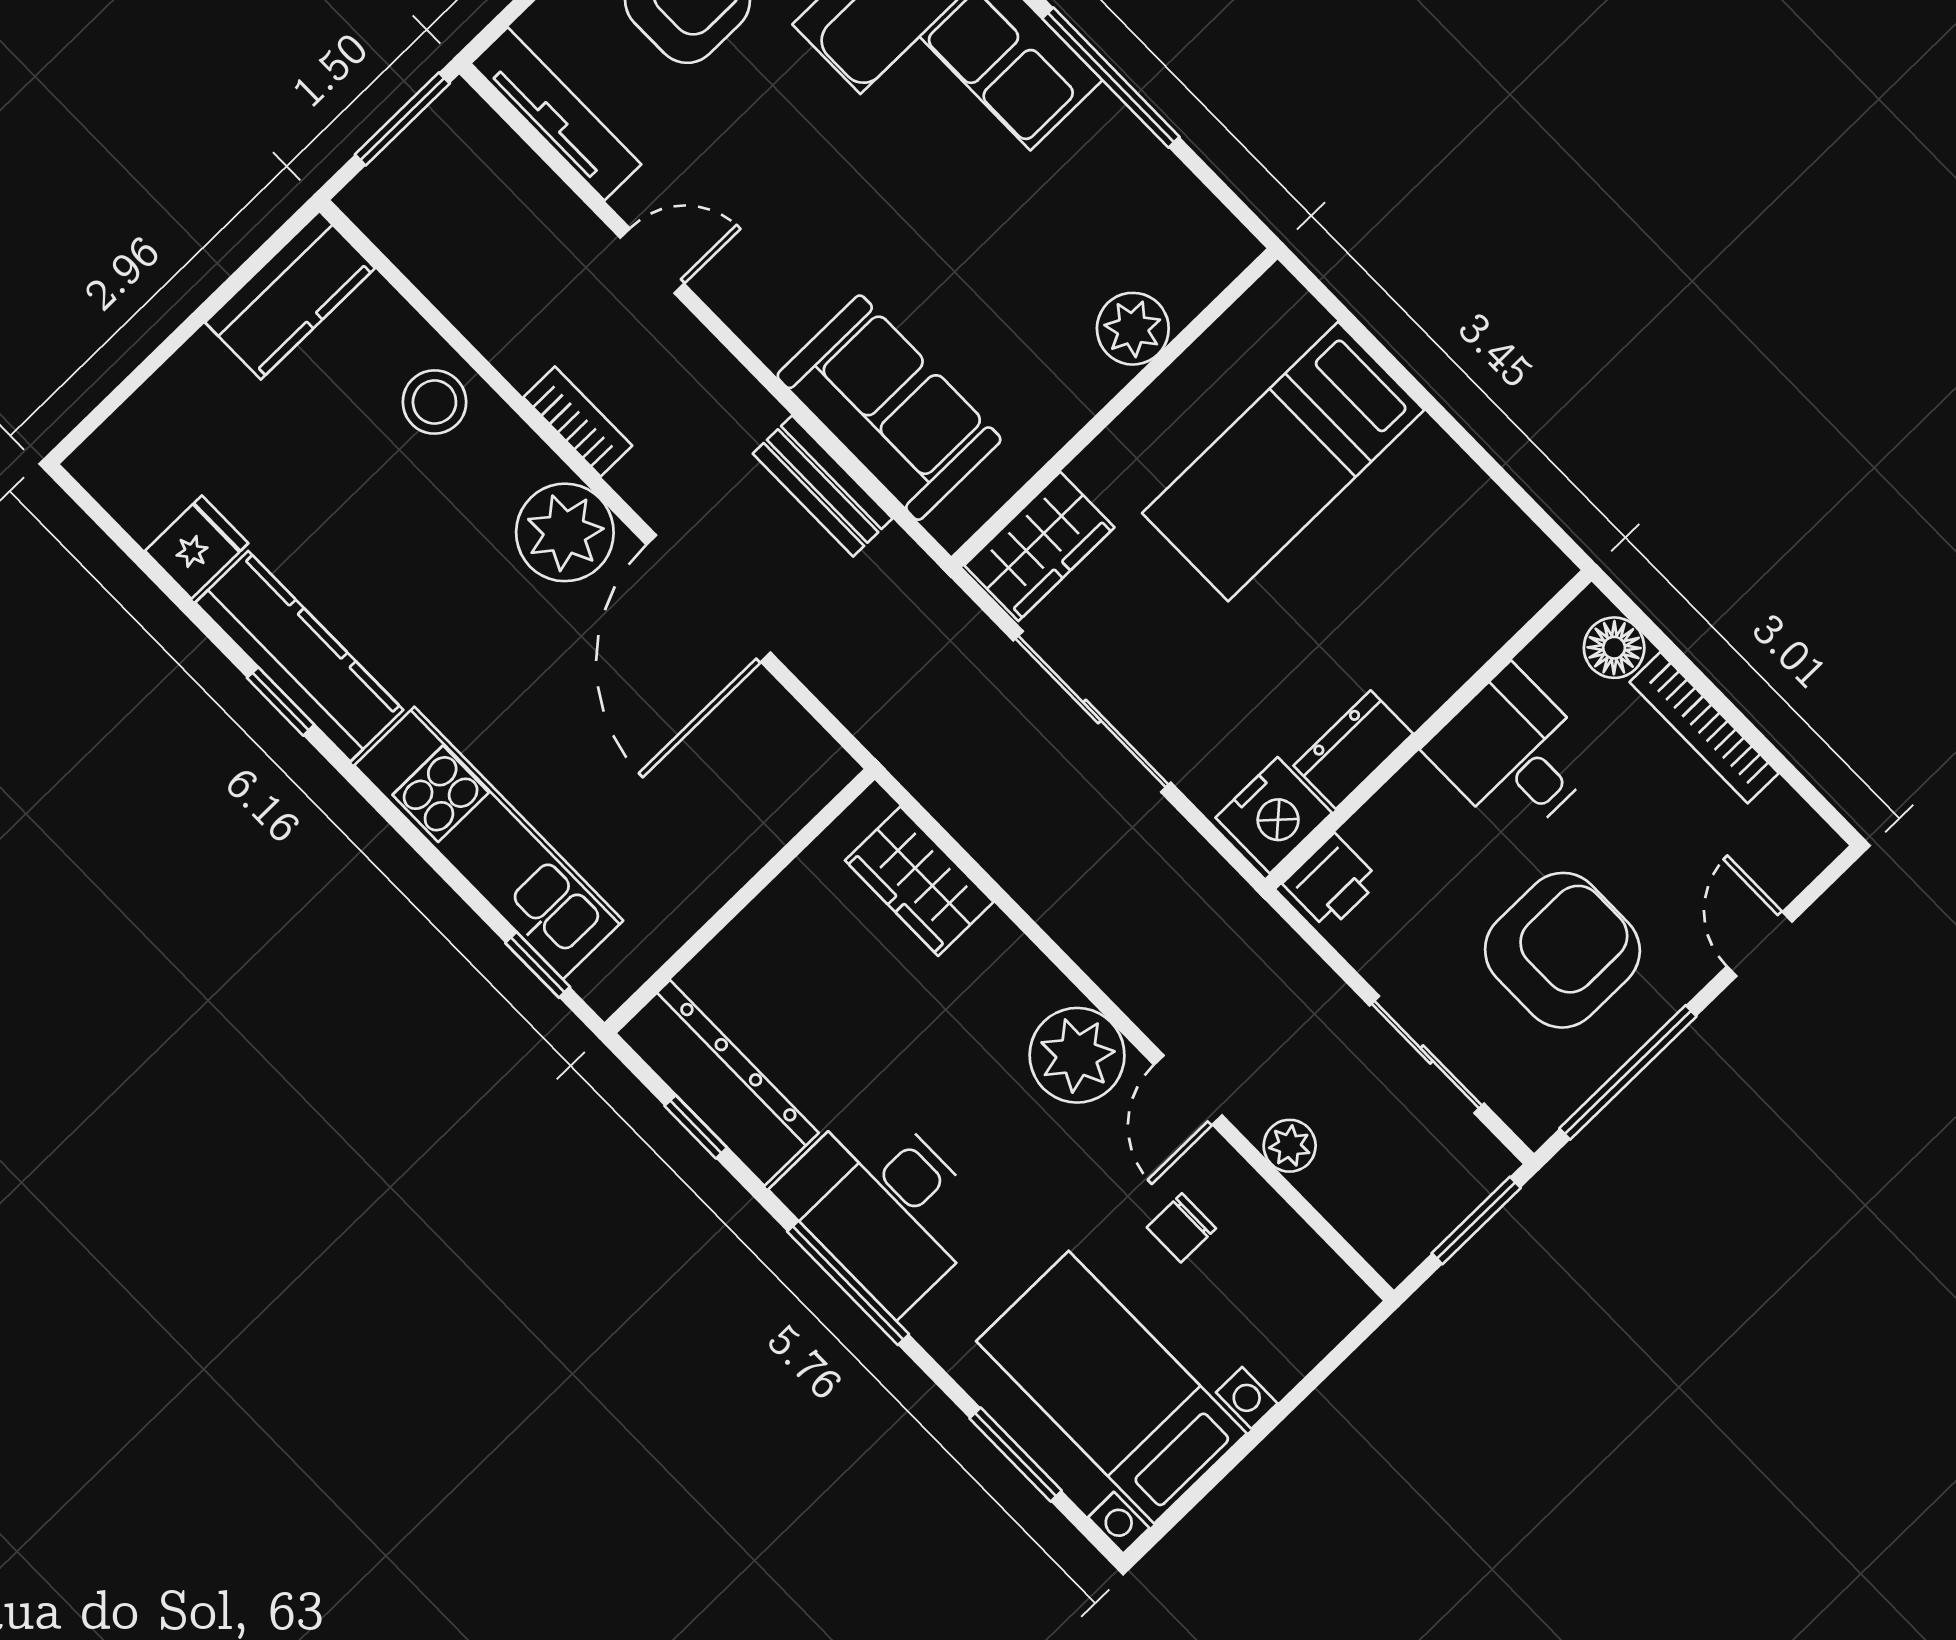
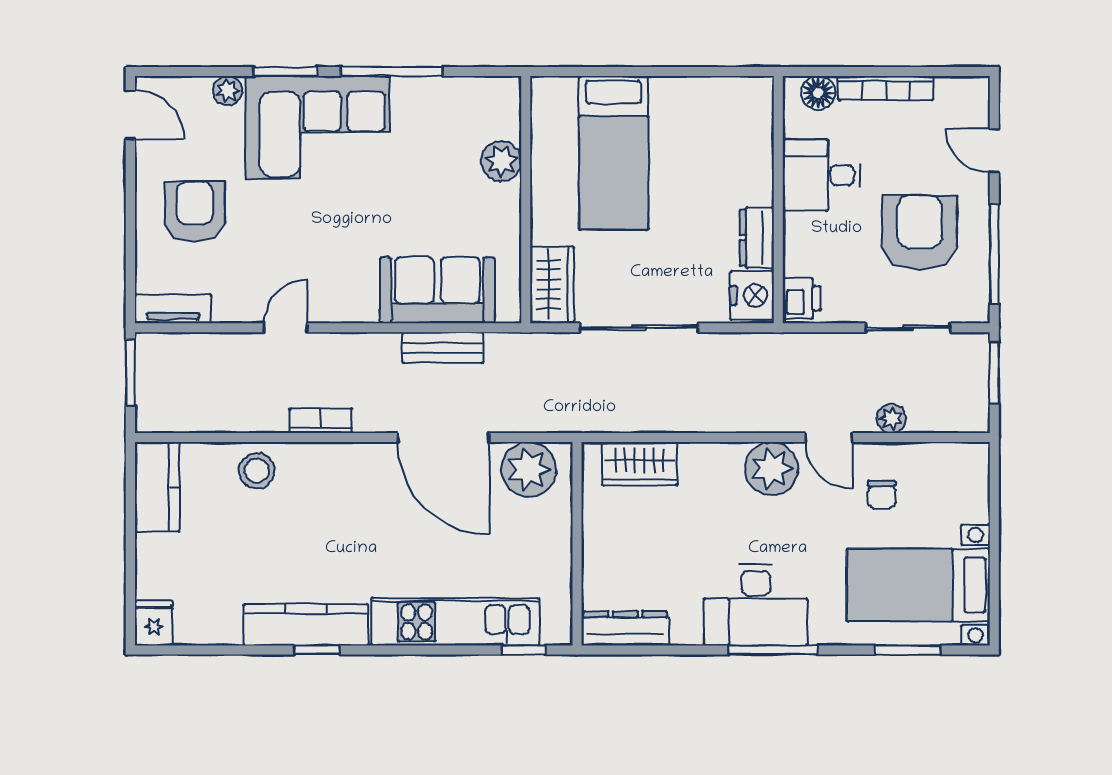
tv unit: (556, 114) -> (173, 309), width x0.71
plant: (565, 532) -> (529, 469), moved
fridge: (197, 547) -> (154, 623), moved
dresser: (717, 1083) -> (625, 628), width x0.73, depth x0.80
window: (696, 1127) -> (651, 650), removed

